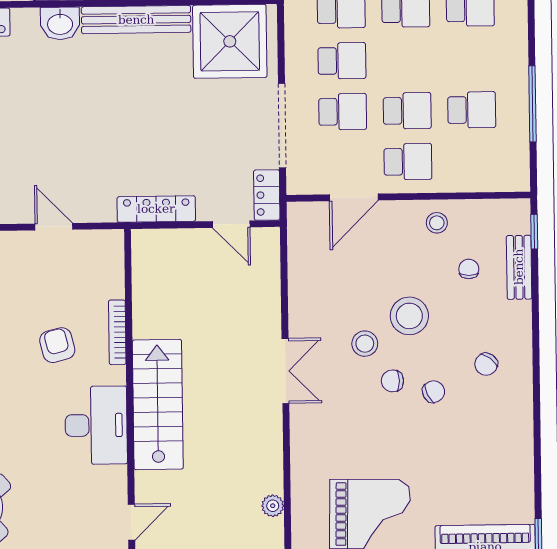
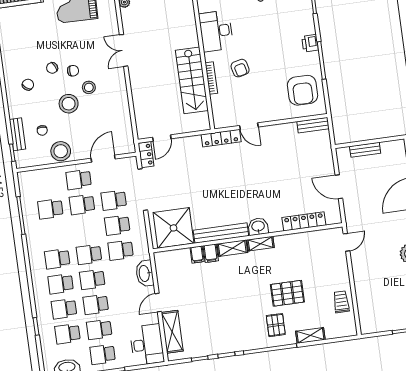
locker: (156, 209) -> (221, 138), moved
stool: (437, 223) -> (61, 151), width x1.89, depth x1.89
door: (231, 224) -> (162, 138), swing flipped
double door: (285, 371) -> (124, 50), moved
stairs: (158, 405) -> (192, 80), moved

